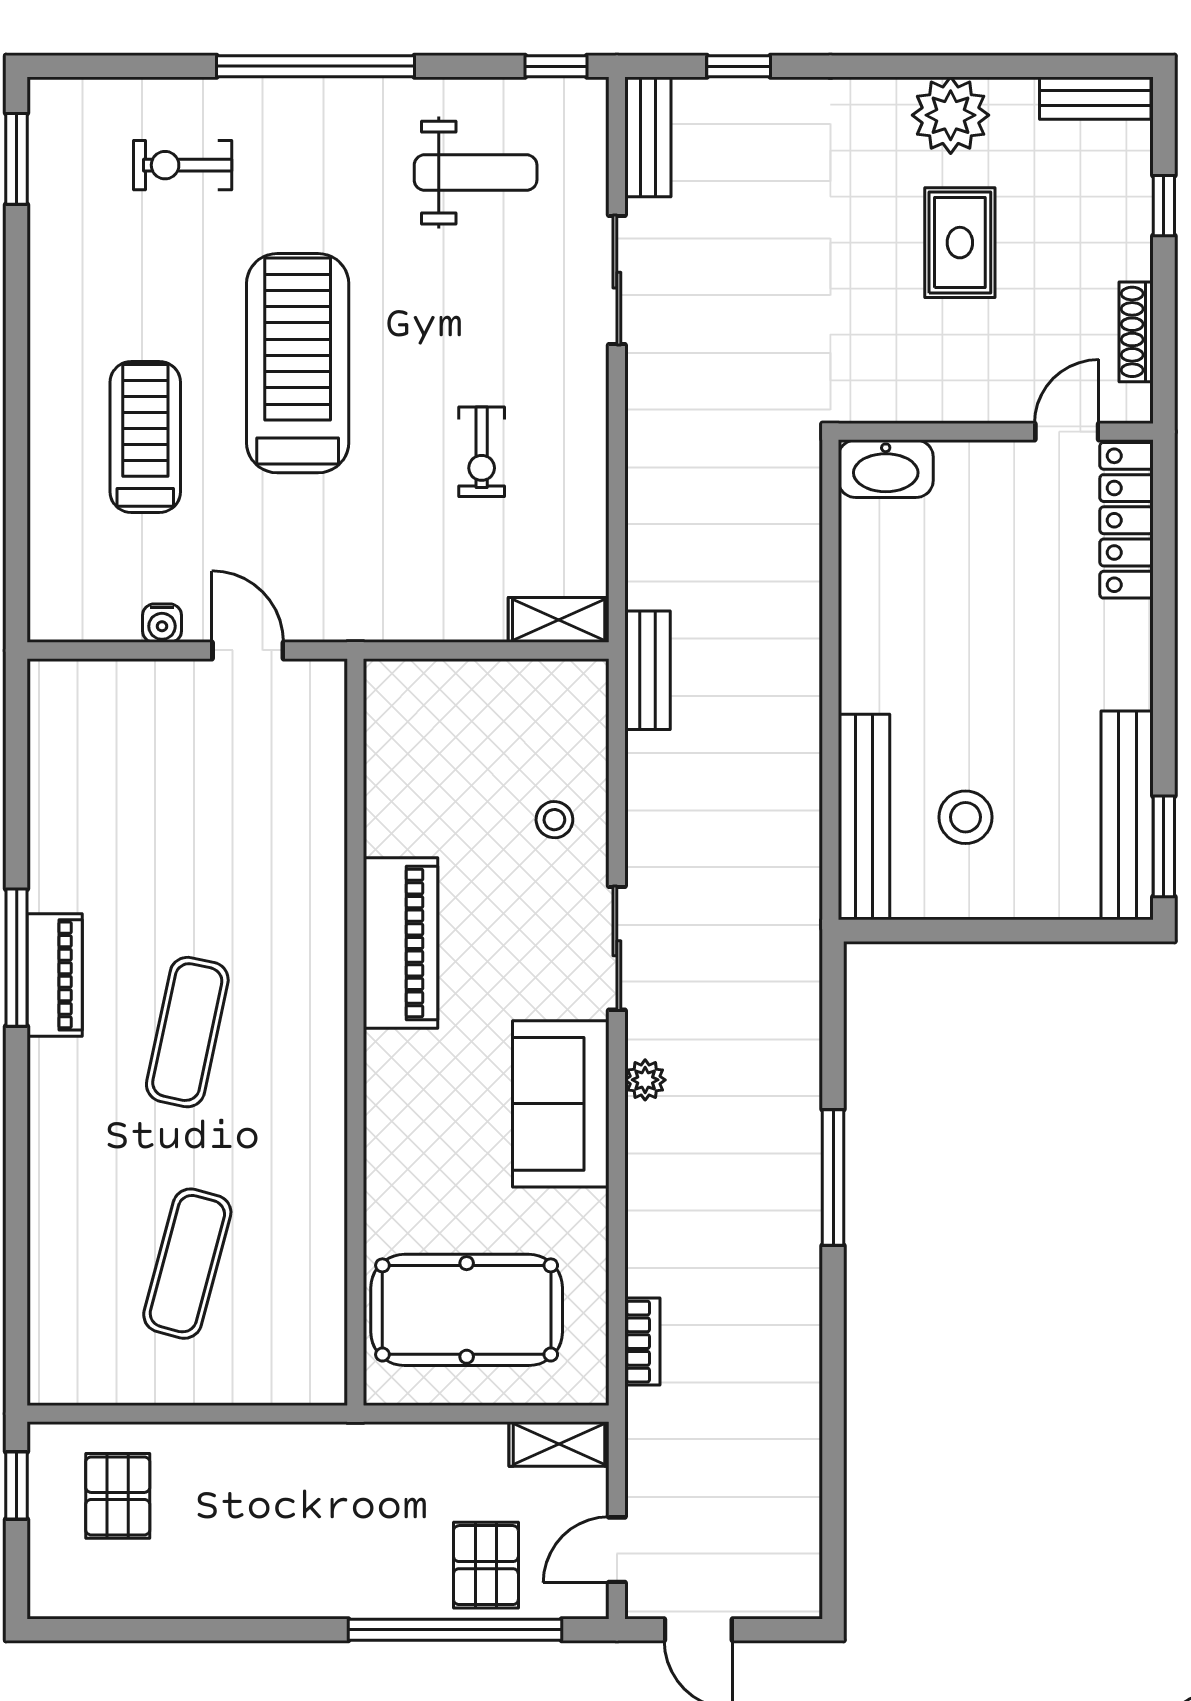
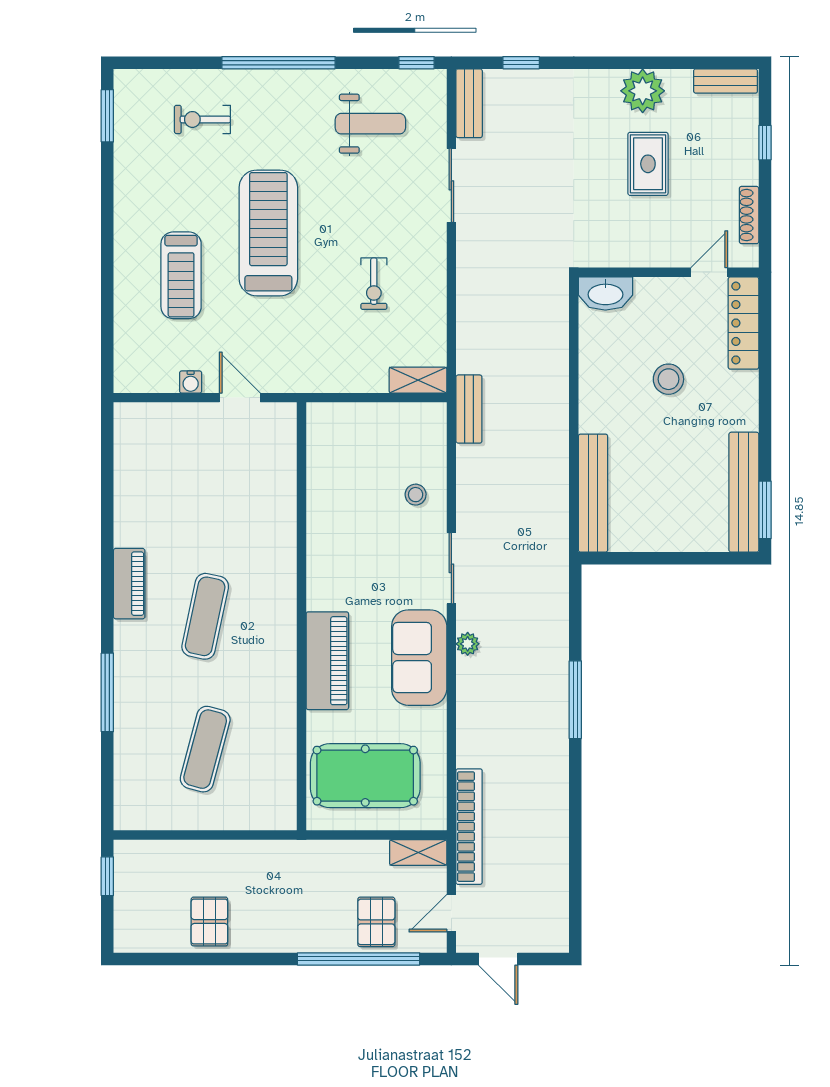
treadmill: (145, 437) -> (181, 275), turned 180
stool: (966, 817) -> (668, 379), moved
piano: (401, 943) -> (327, 661), moved
window: (17, 958) -> (107, 692), moved
bookcase: (642, 1342) -> (469, 827), width x2.31, depth x1.31
pallet: (118, 1496) -> (209, 922), moved

